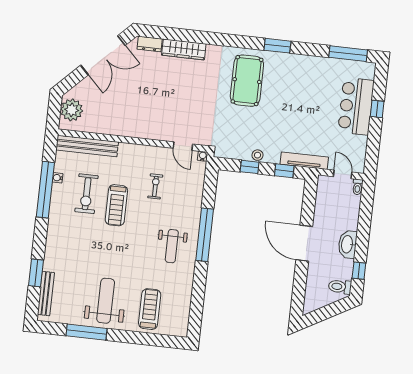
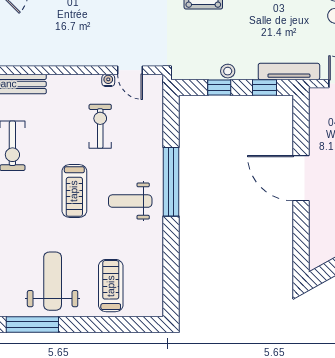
water cooler: (203, 156) -> (108, 80), moved
exercise bike: (155, 186) -> (100, 126), width x1.38, depth x1.39
treadmill: (116, 205) -> (74, 191), moved
weight bench: (172, 246) -> (130, 201), turned 90

